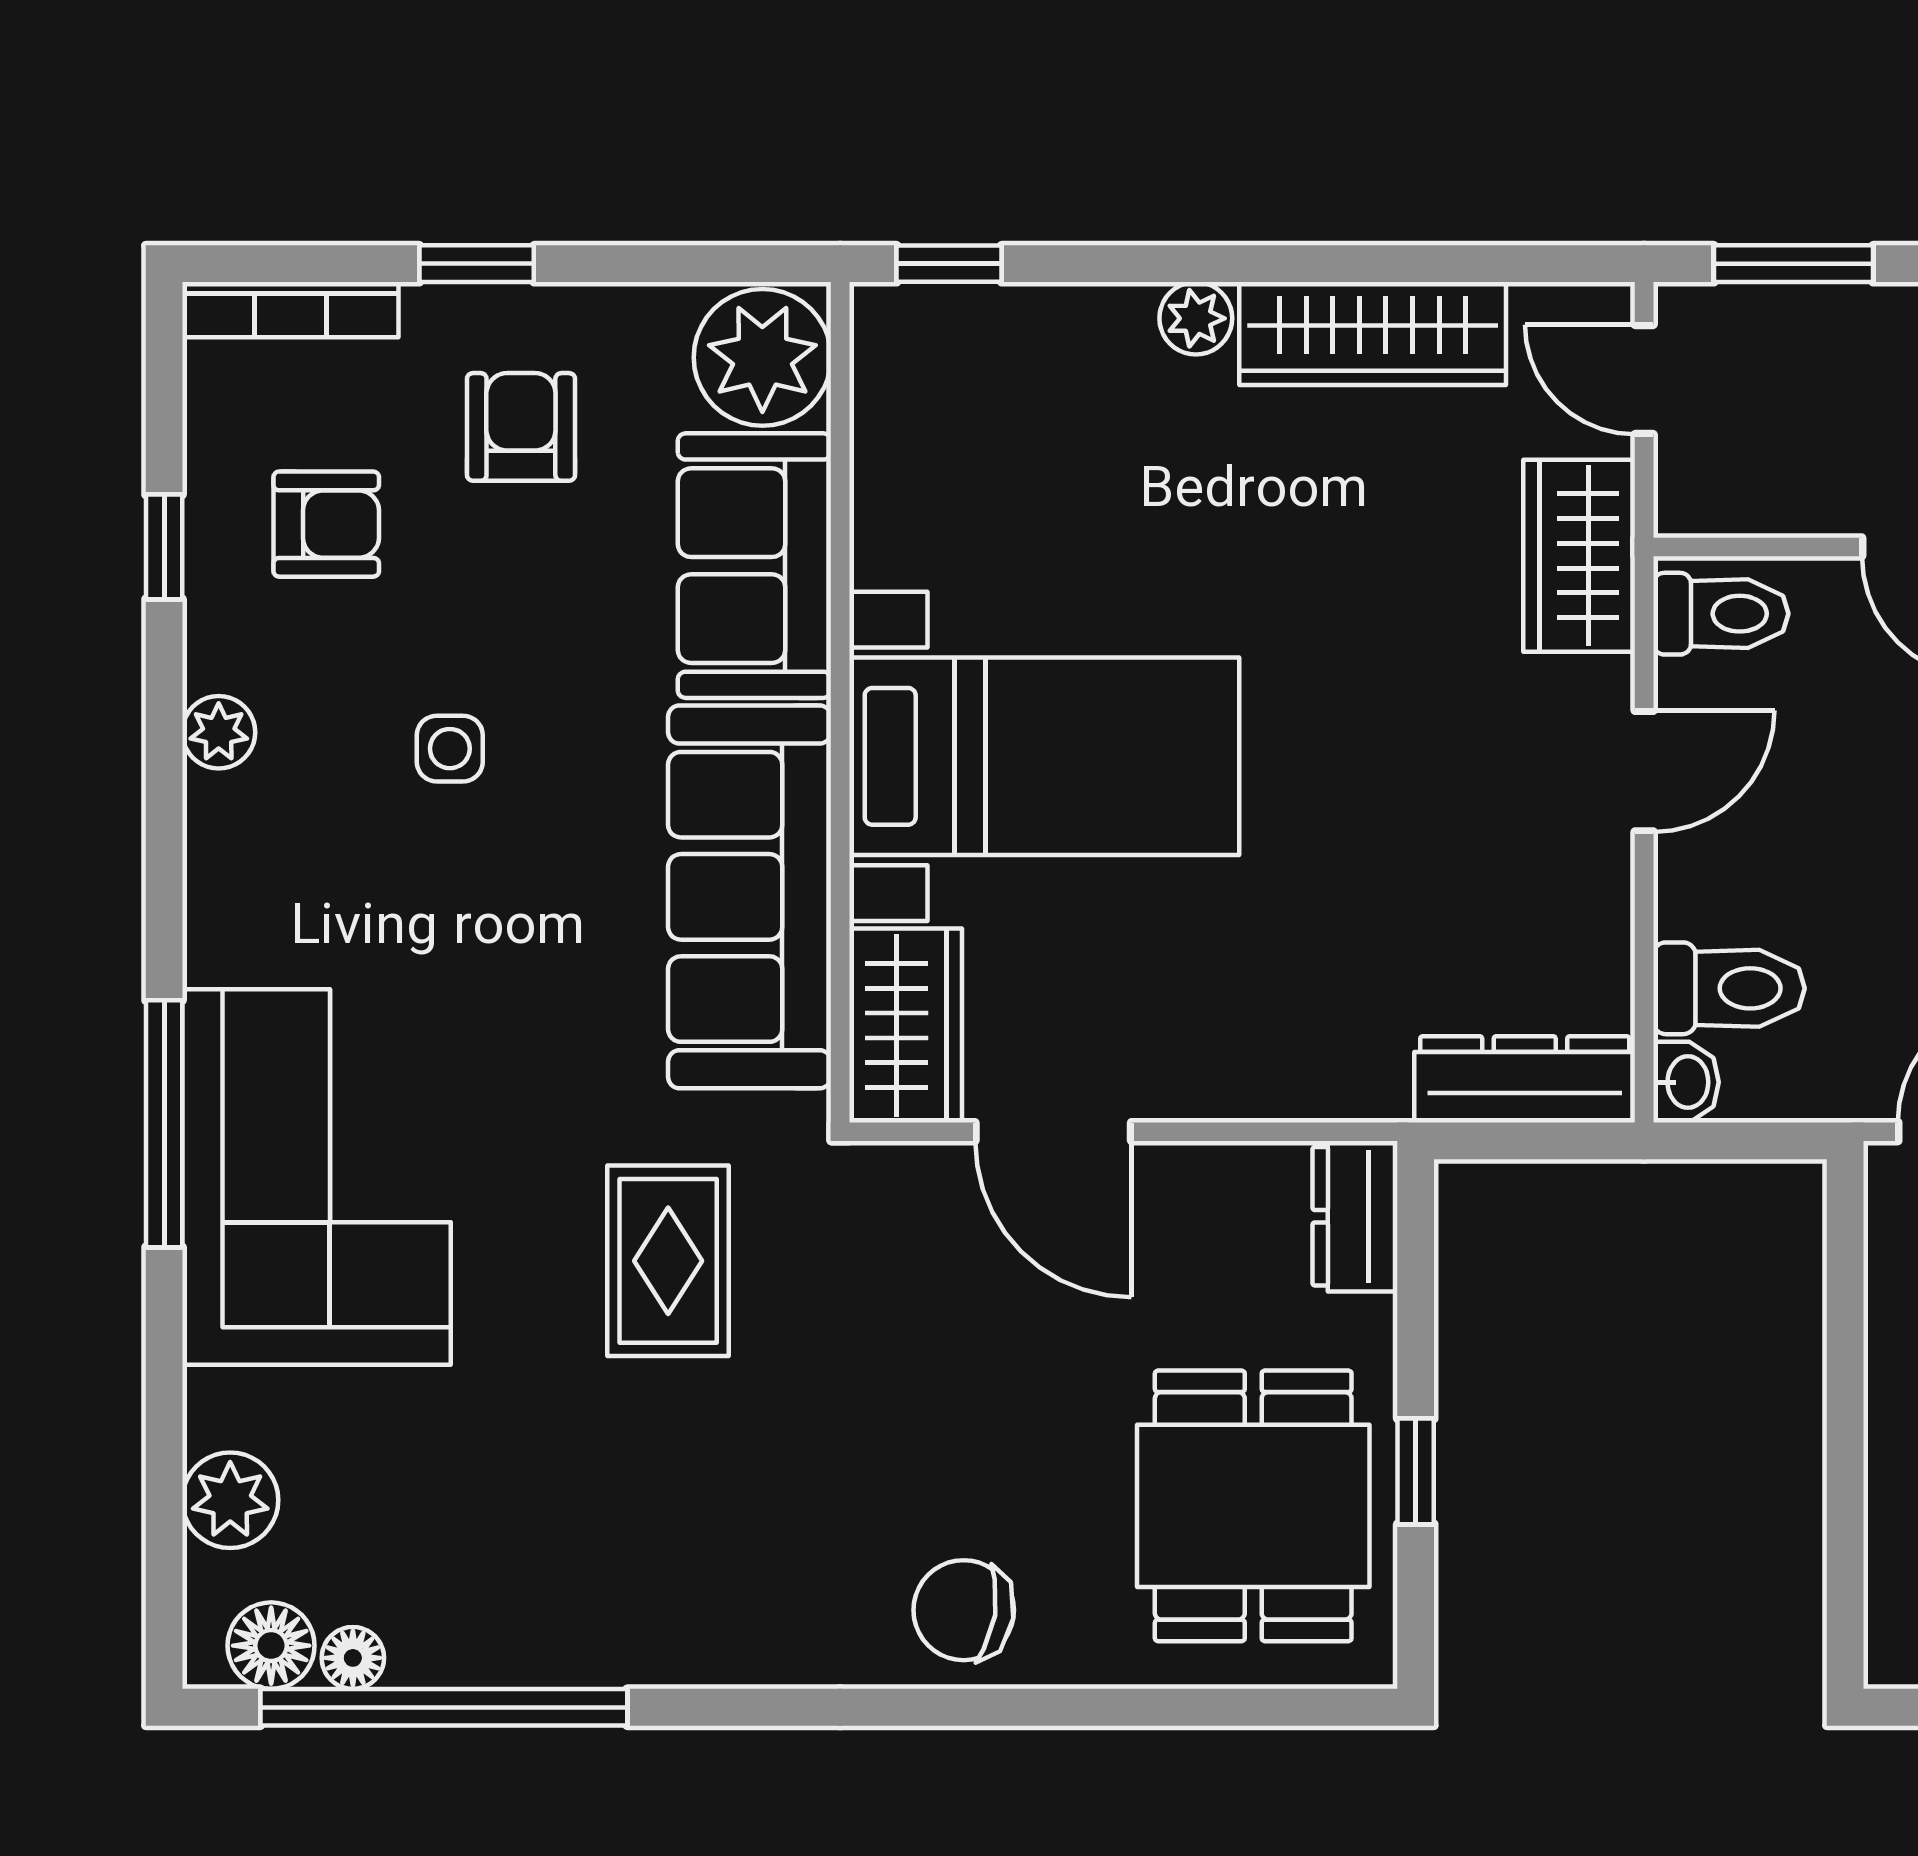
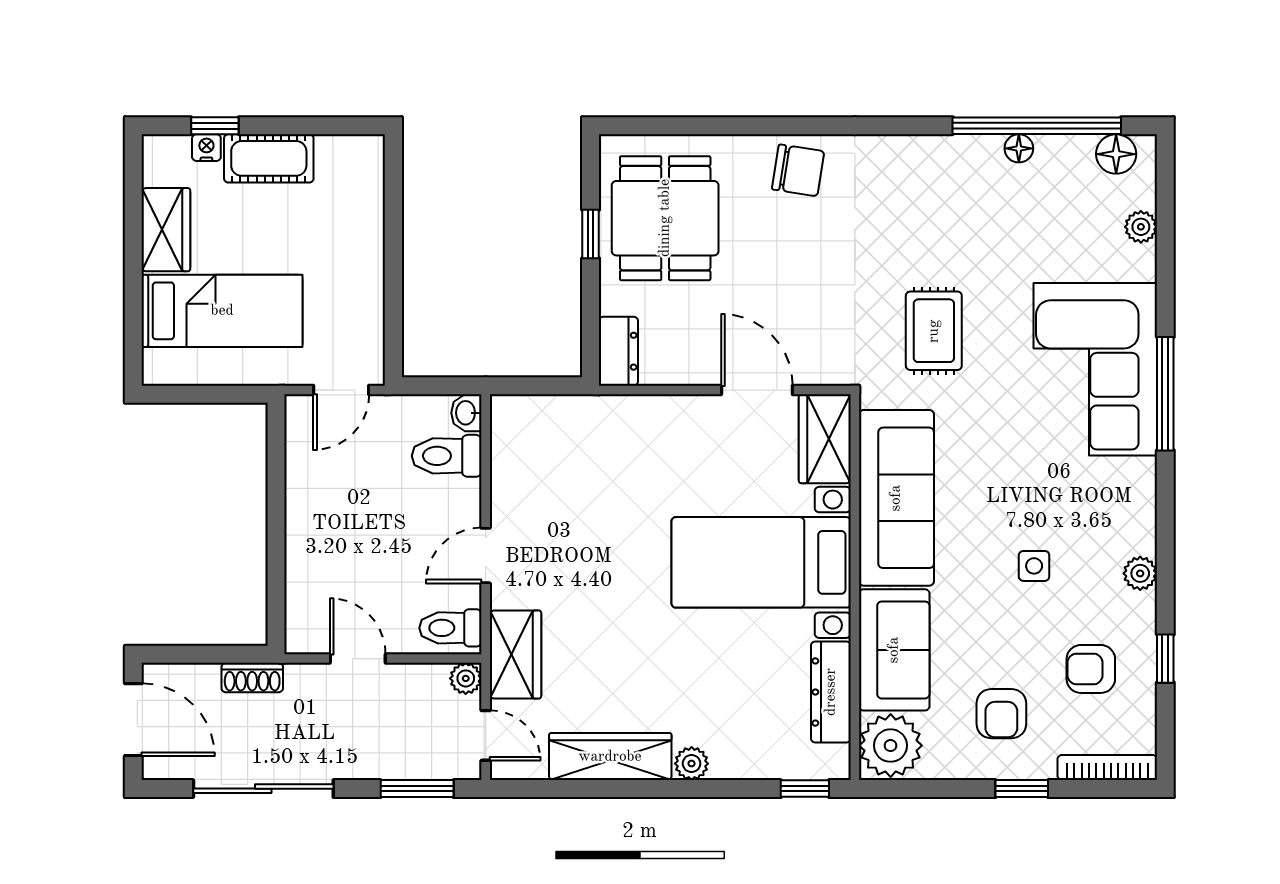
plant: (1688, 504) -> (466, 678), added
dresser: (1525, 1079) -> (831, 692), moved, turned 90
plant: (230, 1500) -> (1141, 227), width x0.73, depth x0.73
floor lamp: (353, 1658) -> (1019, 148), moved

